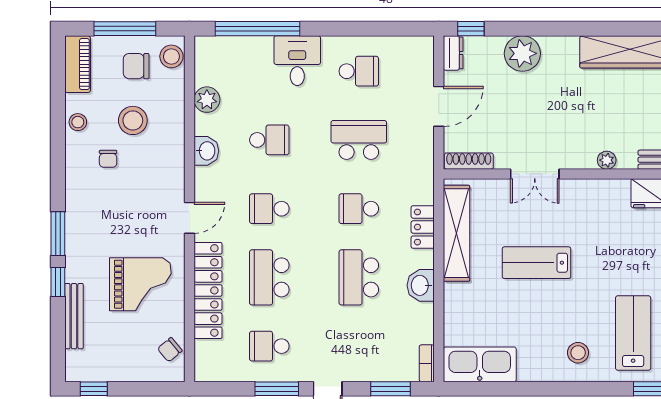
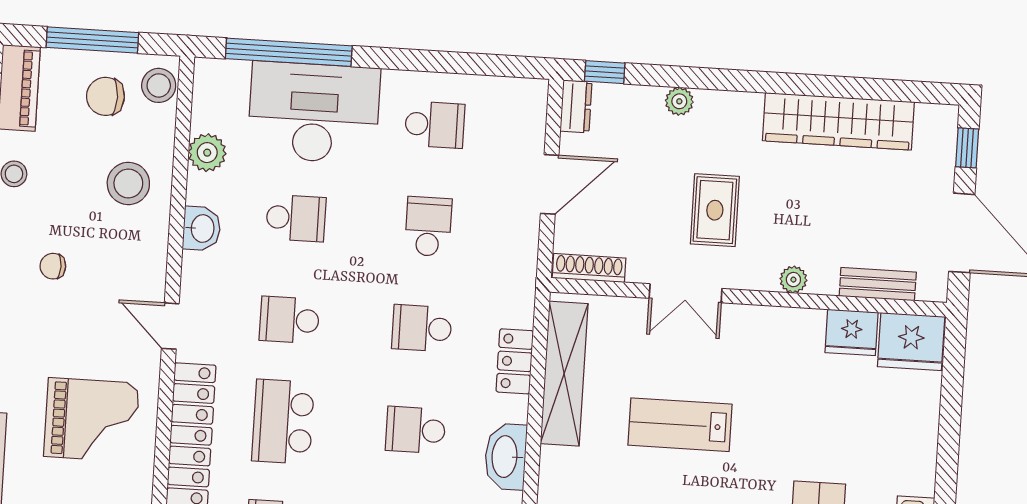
plant: (522, 53) -> (679, 101), width x0.53, depth x0.53
desk: (297, 61) -> (314, 112), width x1.87, depth x1.30
rug: (551, 117) -> (715, 210), added
stool: (133, 120) -> (128, 183), moved
school desk: (359, 140) -> (428, 226), width x0.54
chair: (108, 159) -> (53, 266), moved, turned 90
door: (189, 218) -> (170, 326), swing flipped
school desk: (359, 277) -> (415, 430), width x0.54
washbasin: (421, 285) -> (506, 457), width x1.38

